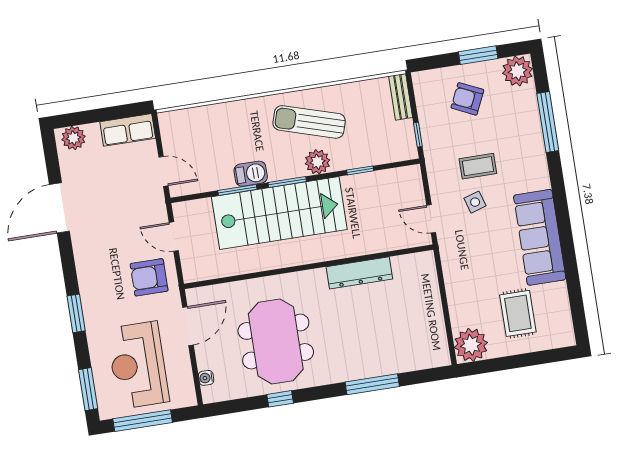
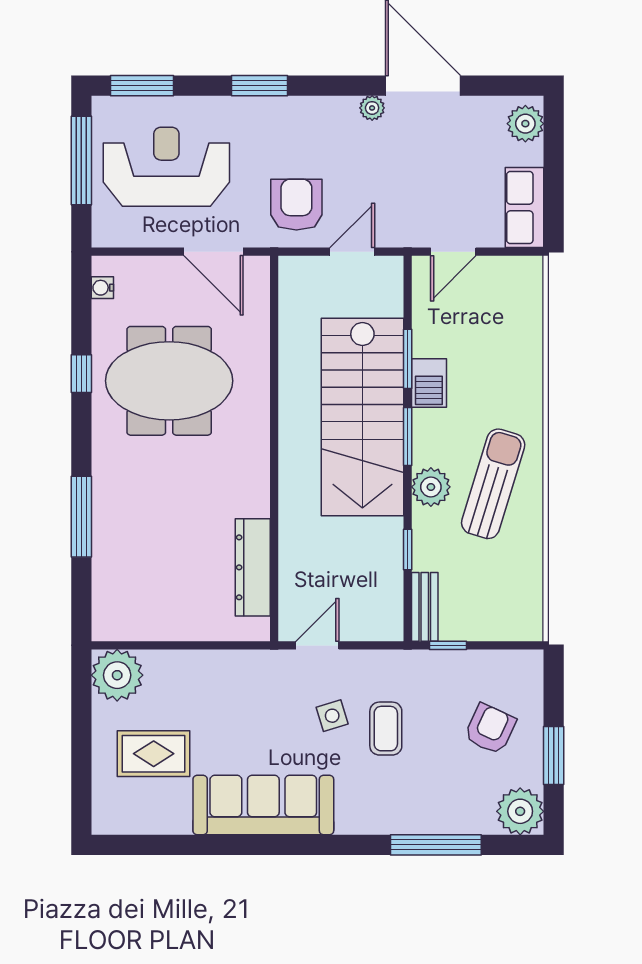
bench: (401, 97) -> (425, 607), moved, turned 90
plant: (79, 238) -> (372, 108), added
dresser: (359, 273) -> (253, 567), moved
water cooler: (206, 378) -> (102, 288), moved, turned -90

